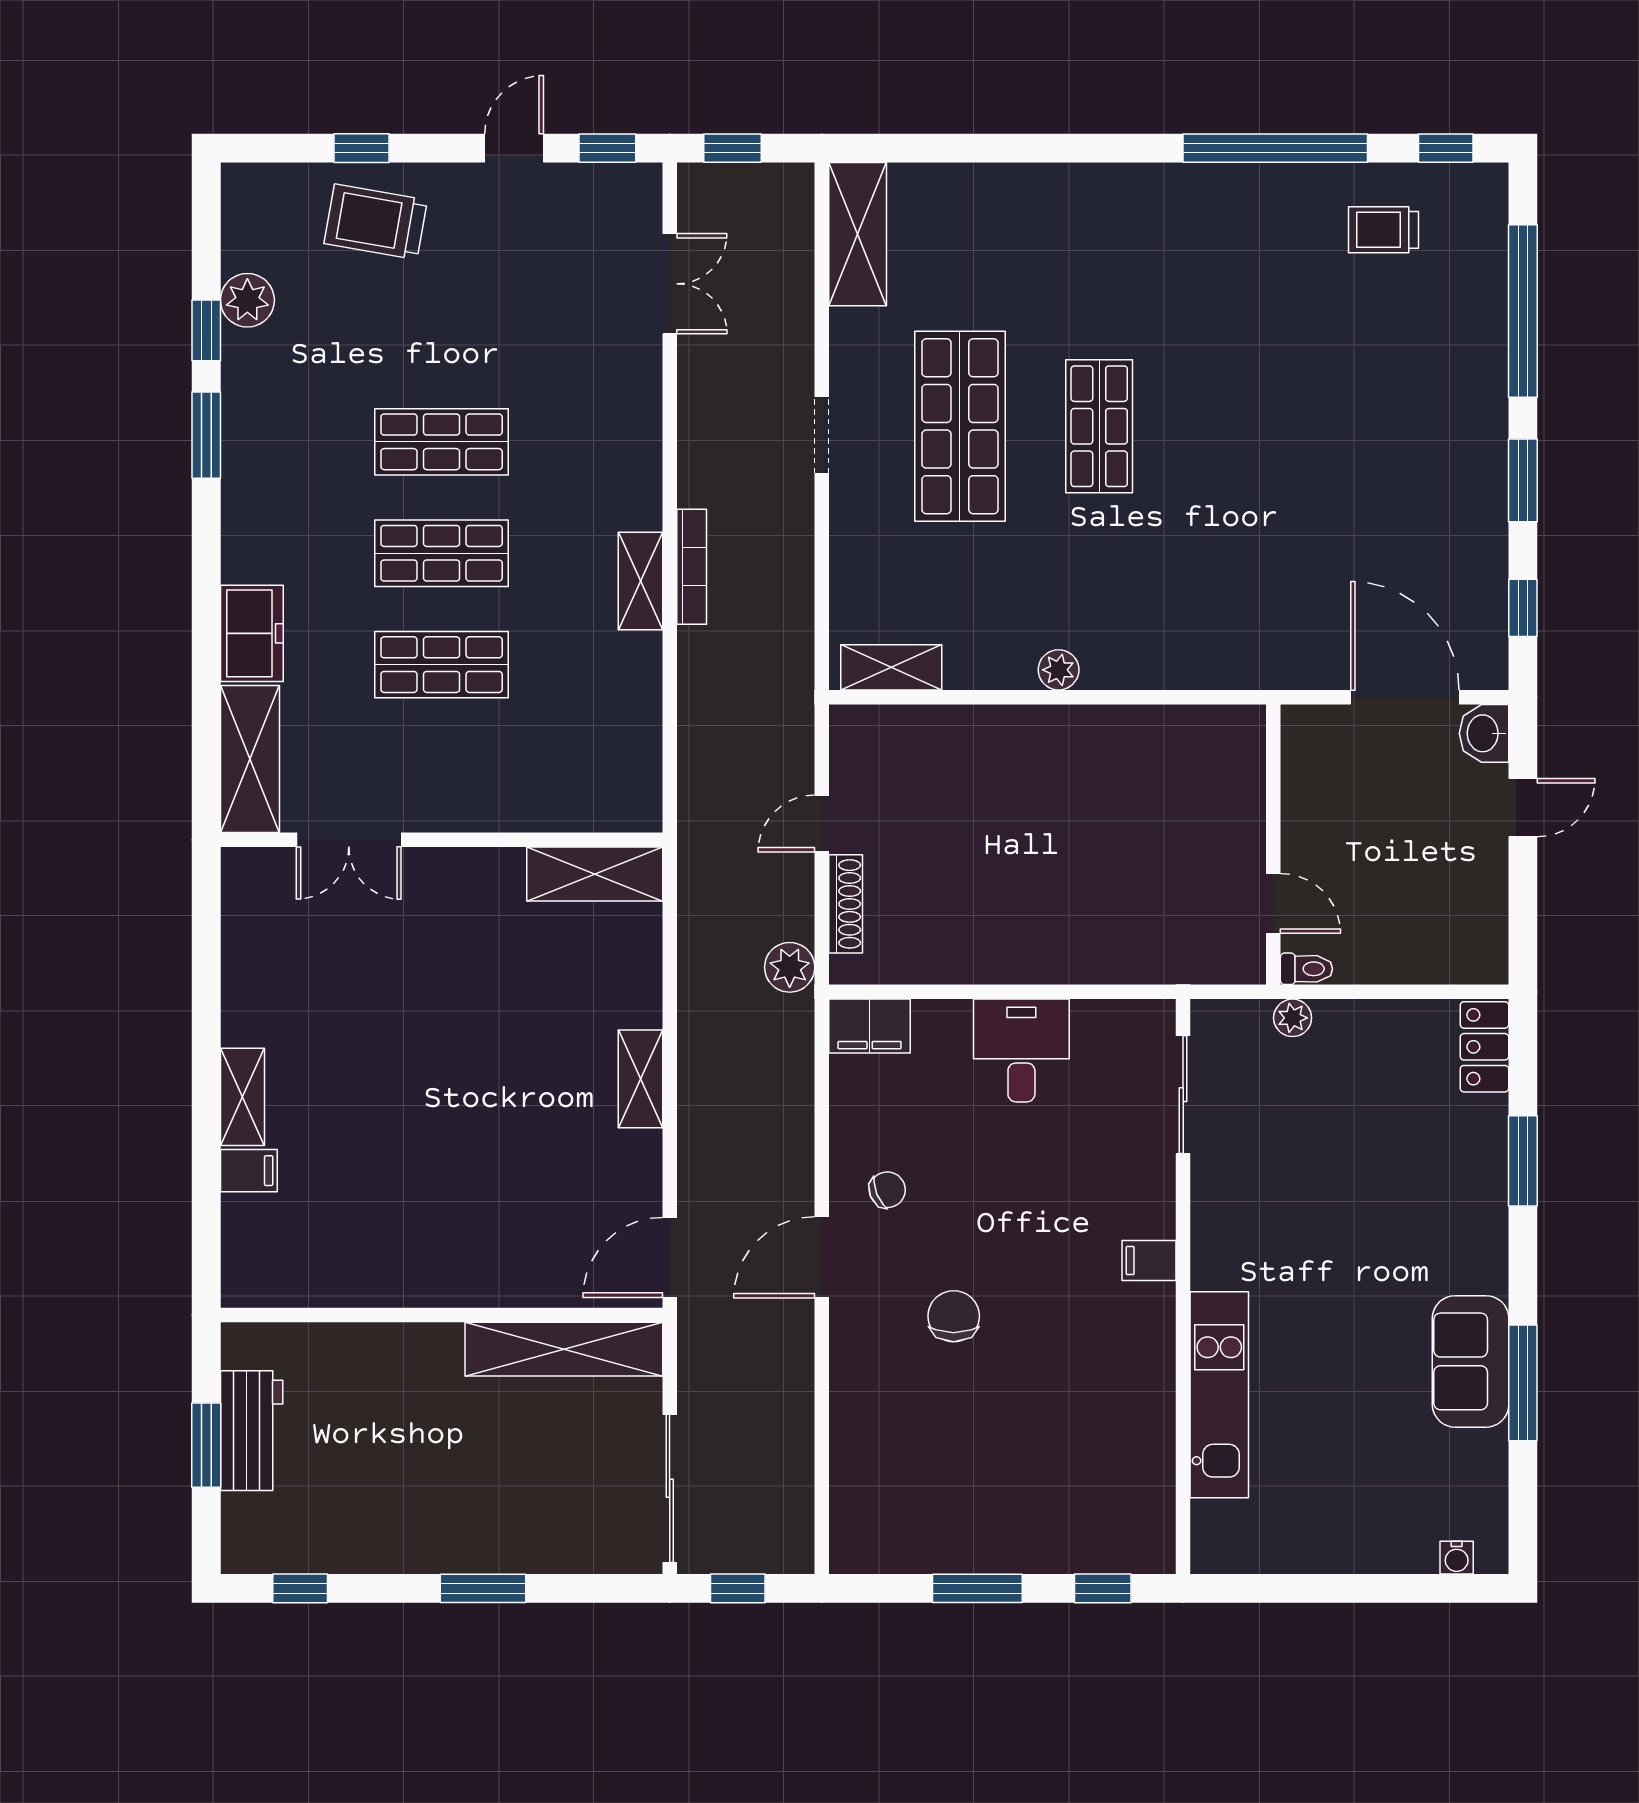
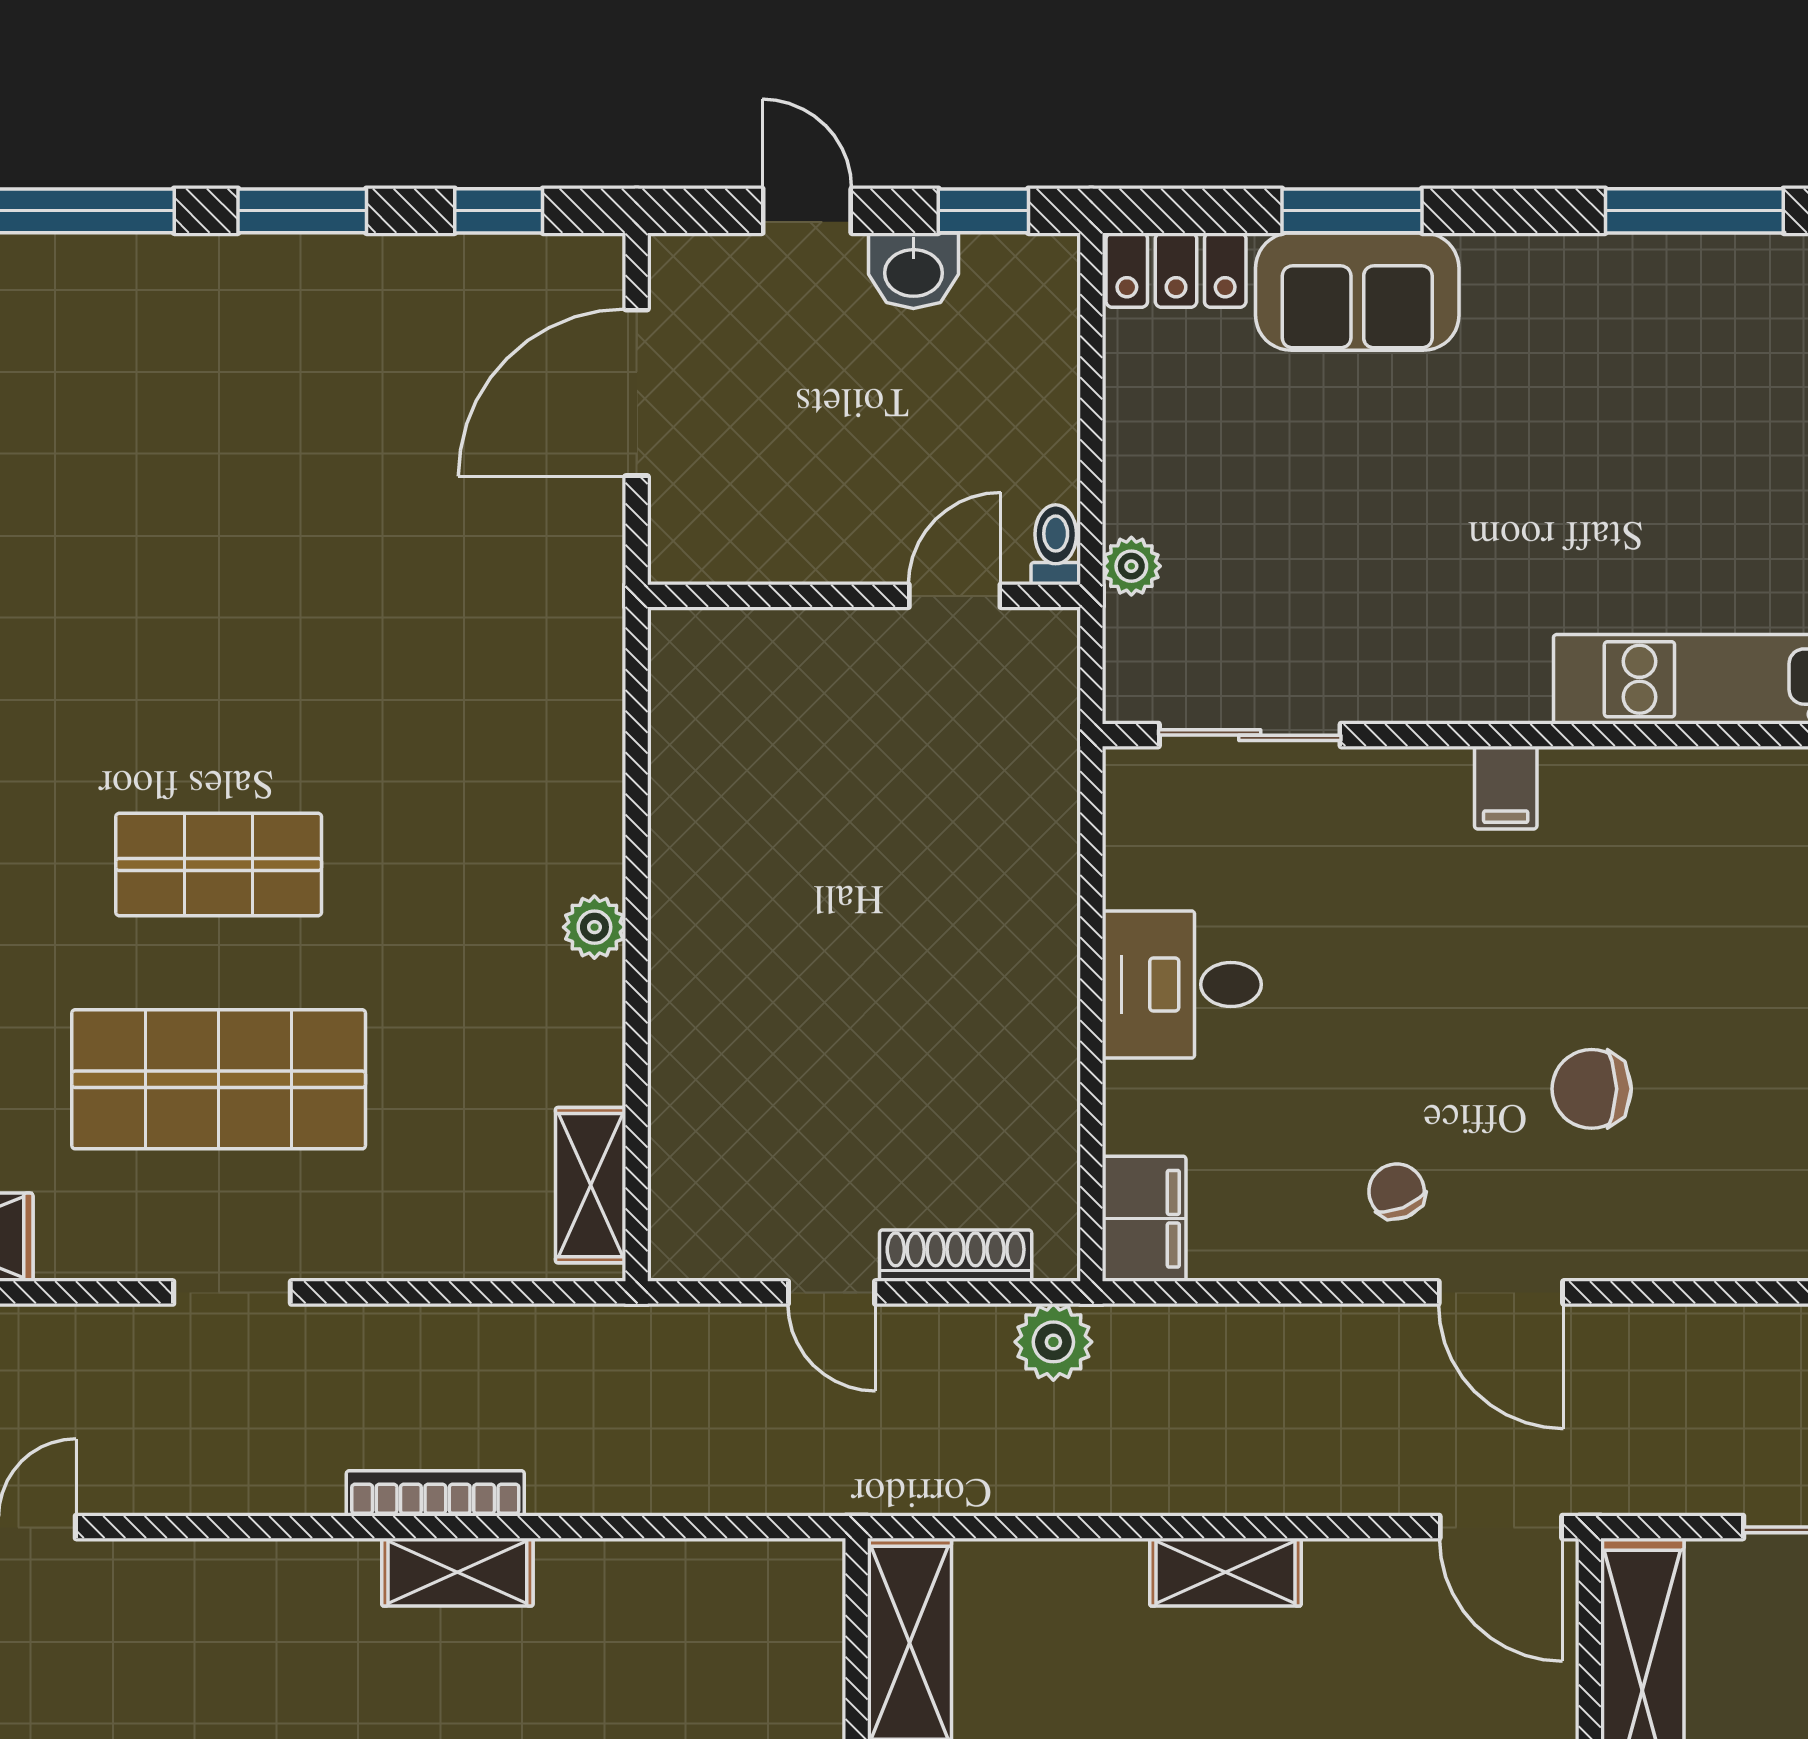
washbasin: (1484, 733) -> (913, 271), moved
window: (1523, 922) -> (983, 211), added
sofa: (1471, 1361) -> (1357, 292), moved

